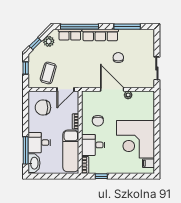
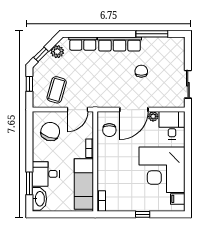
window: (80, 27) -> (95, 34), removed
door: (112, 89) -> (134, 110), swing flipped
chair: (43, 108) -> (50, 132), turned 109
chair: (98, 121) -> (109, 130), moved
desk: (93, 145) -> (172, 125), moved, turned 90
window: (26, 150) -> (29, 183), width x0.69
window: (101, 176) -> (143, 214), moved

